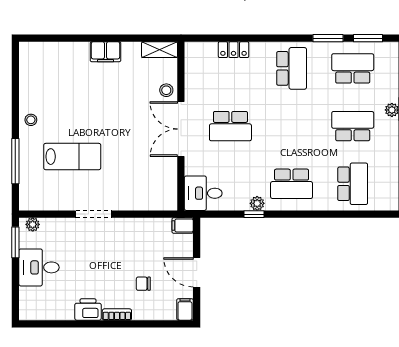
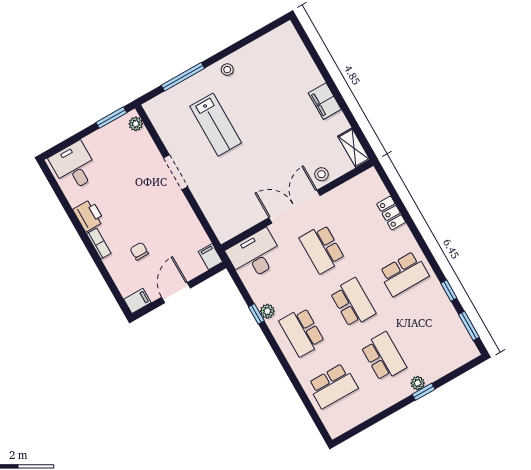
window: (328, 38) -> (449, 291), width x0.67
school desk: (353, 68) -> (353, 303), moved
desk: (203, 193) -> (255, 255), width x1.37
desk: (39, 267) -> (74, 166), moved

